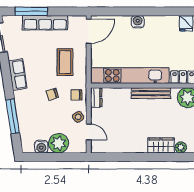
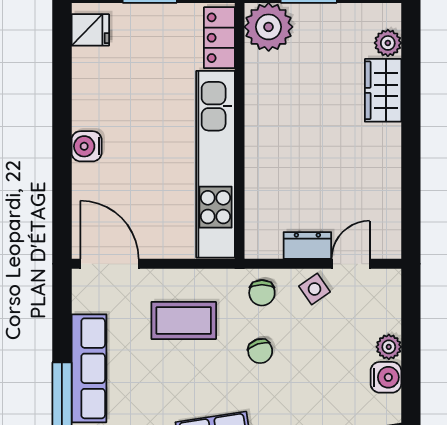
bench: (151, 93) -> (258, 114), removed
dresser: (96, 98) -> (307, 246), moved
plant: (59, 143) -> (389, 347), width x0.53, depth x0.53

